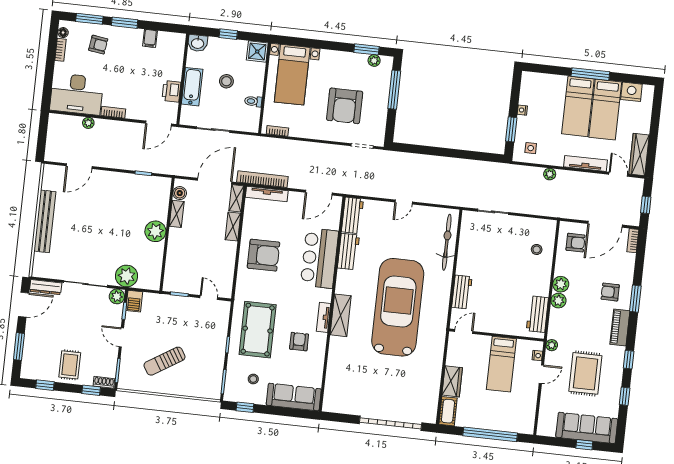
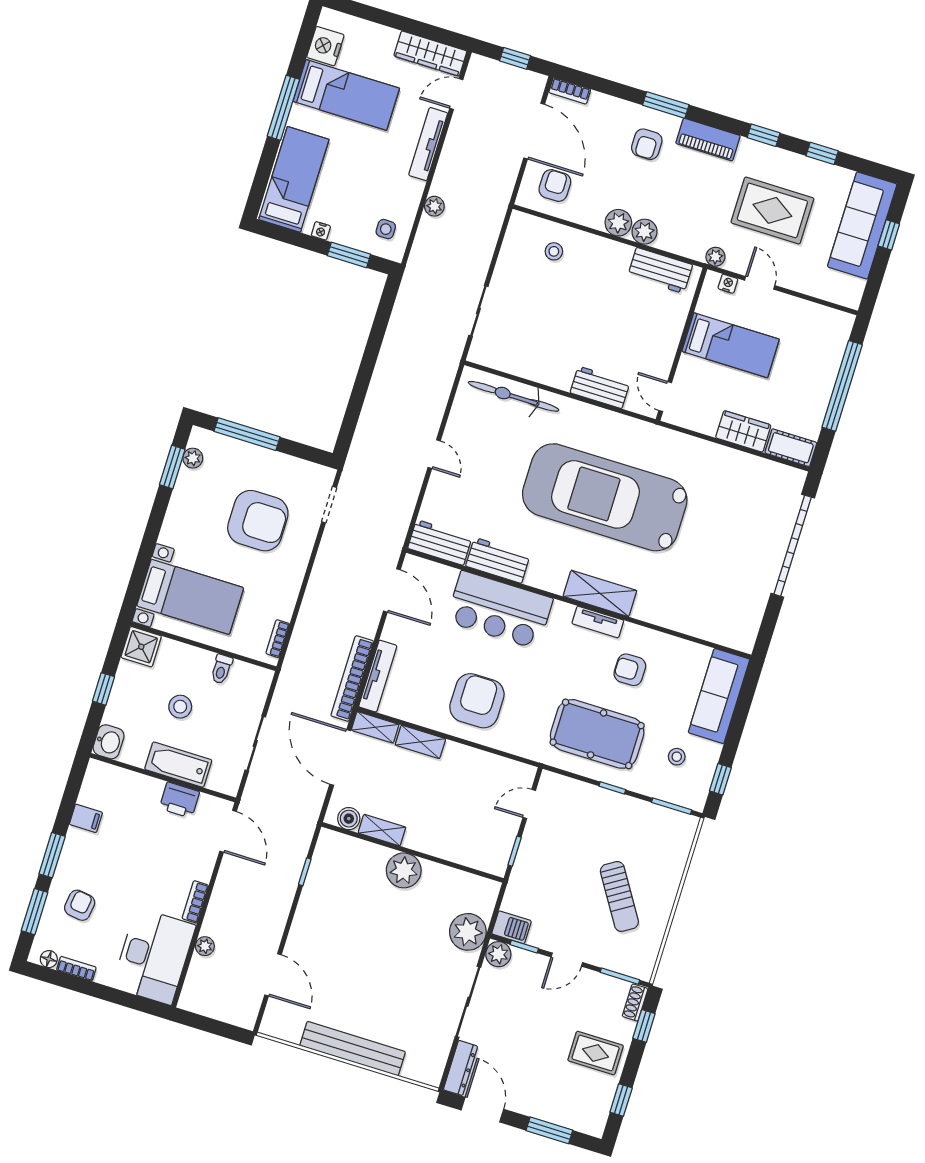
bed: (578, 106) -> (294, 179), moved, turned -90

